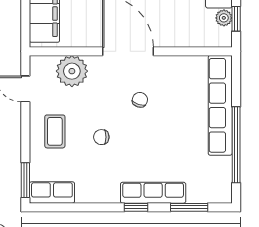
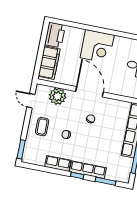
row of seats: (52, 193) -> (58, 163), moved

